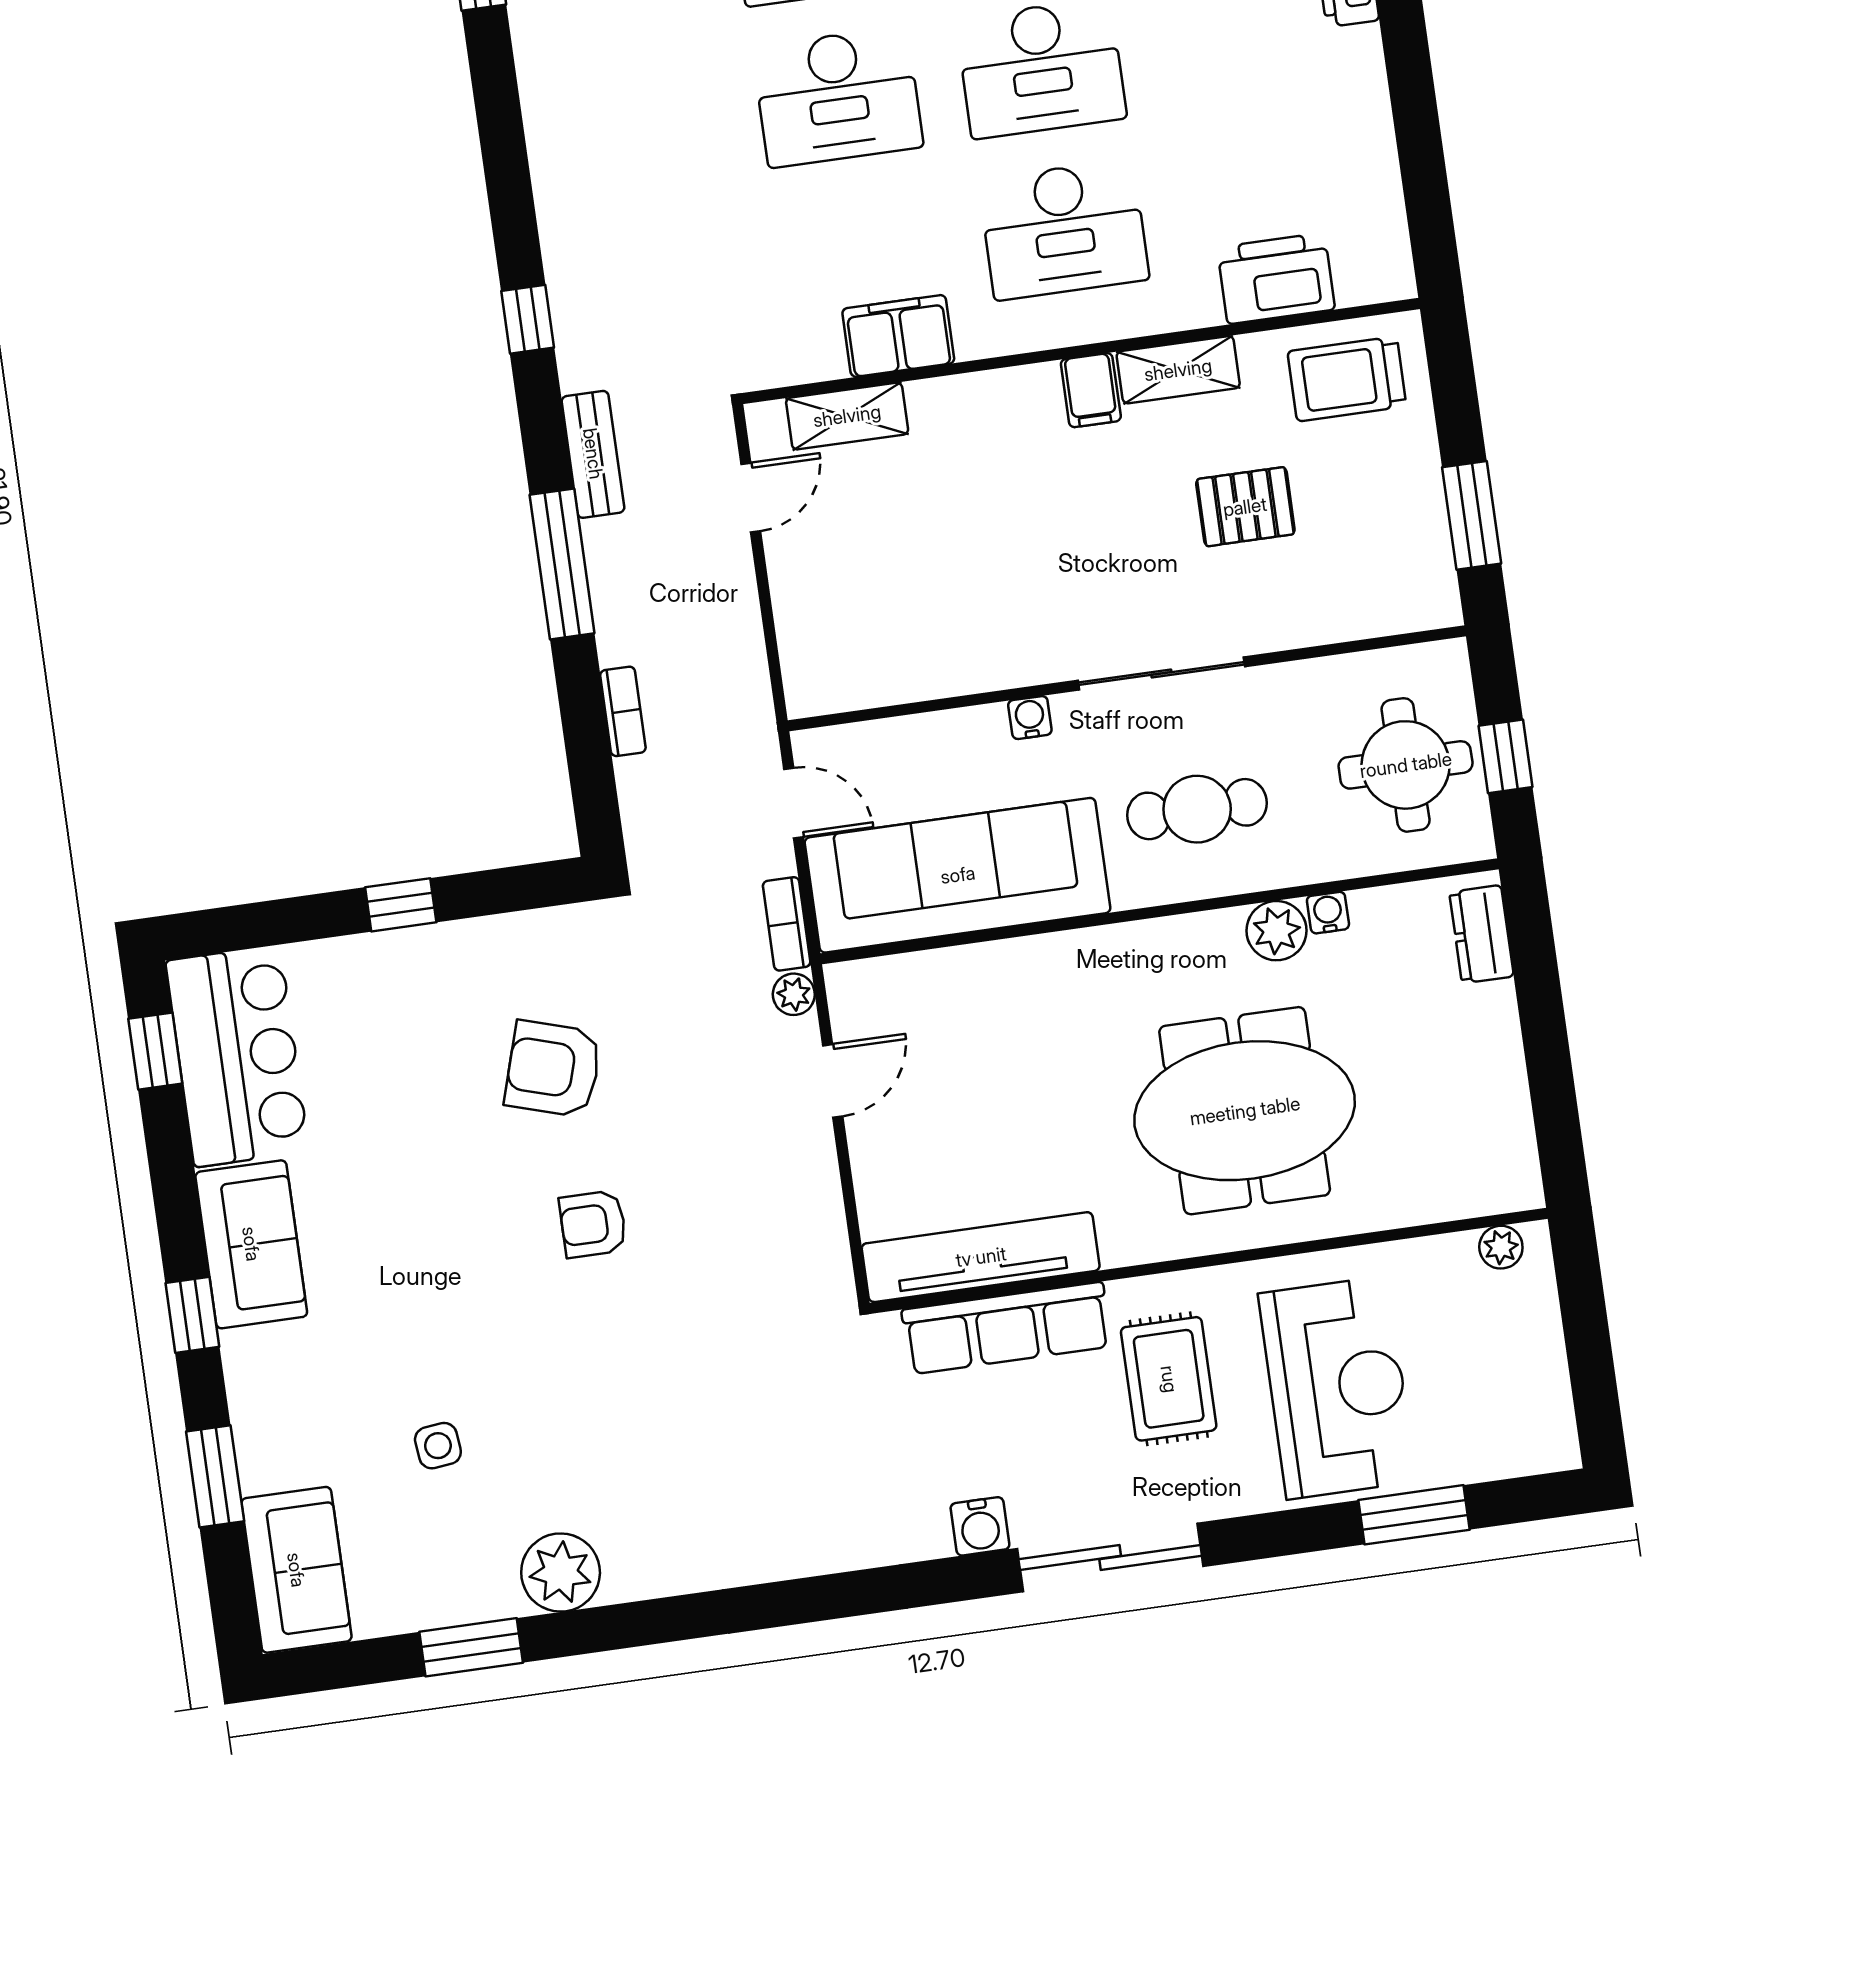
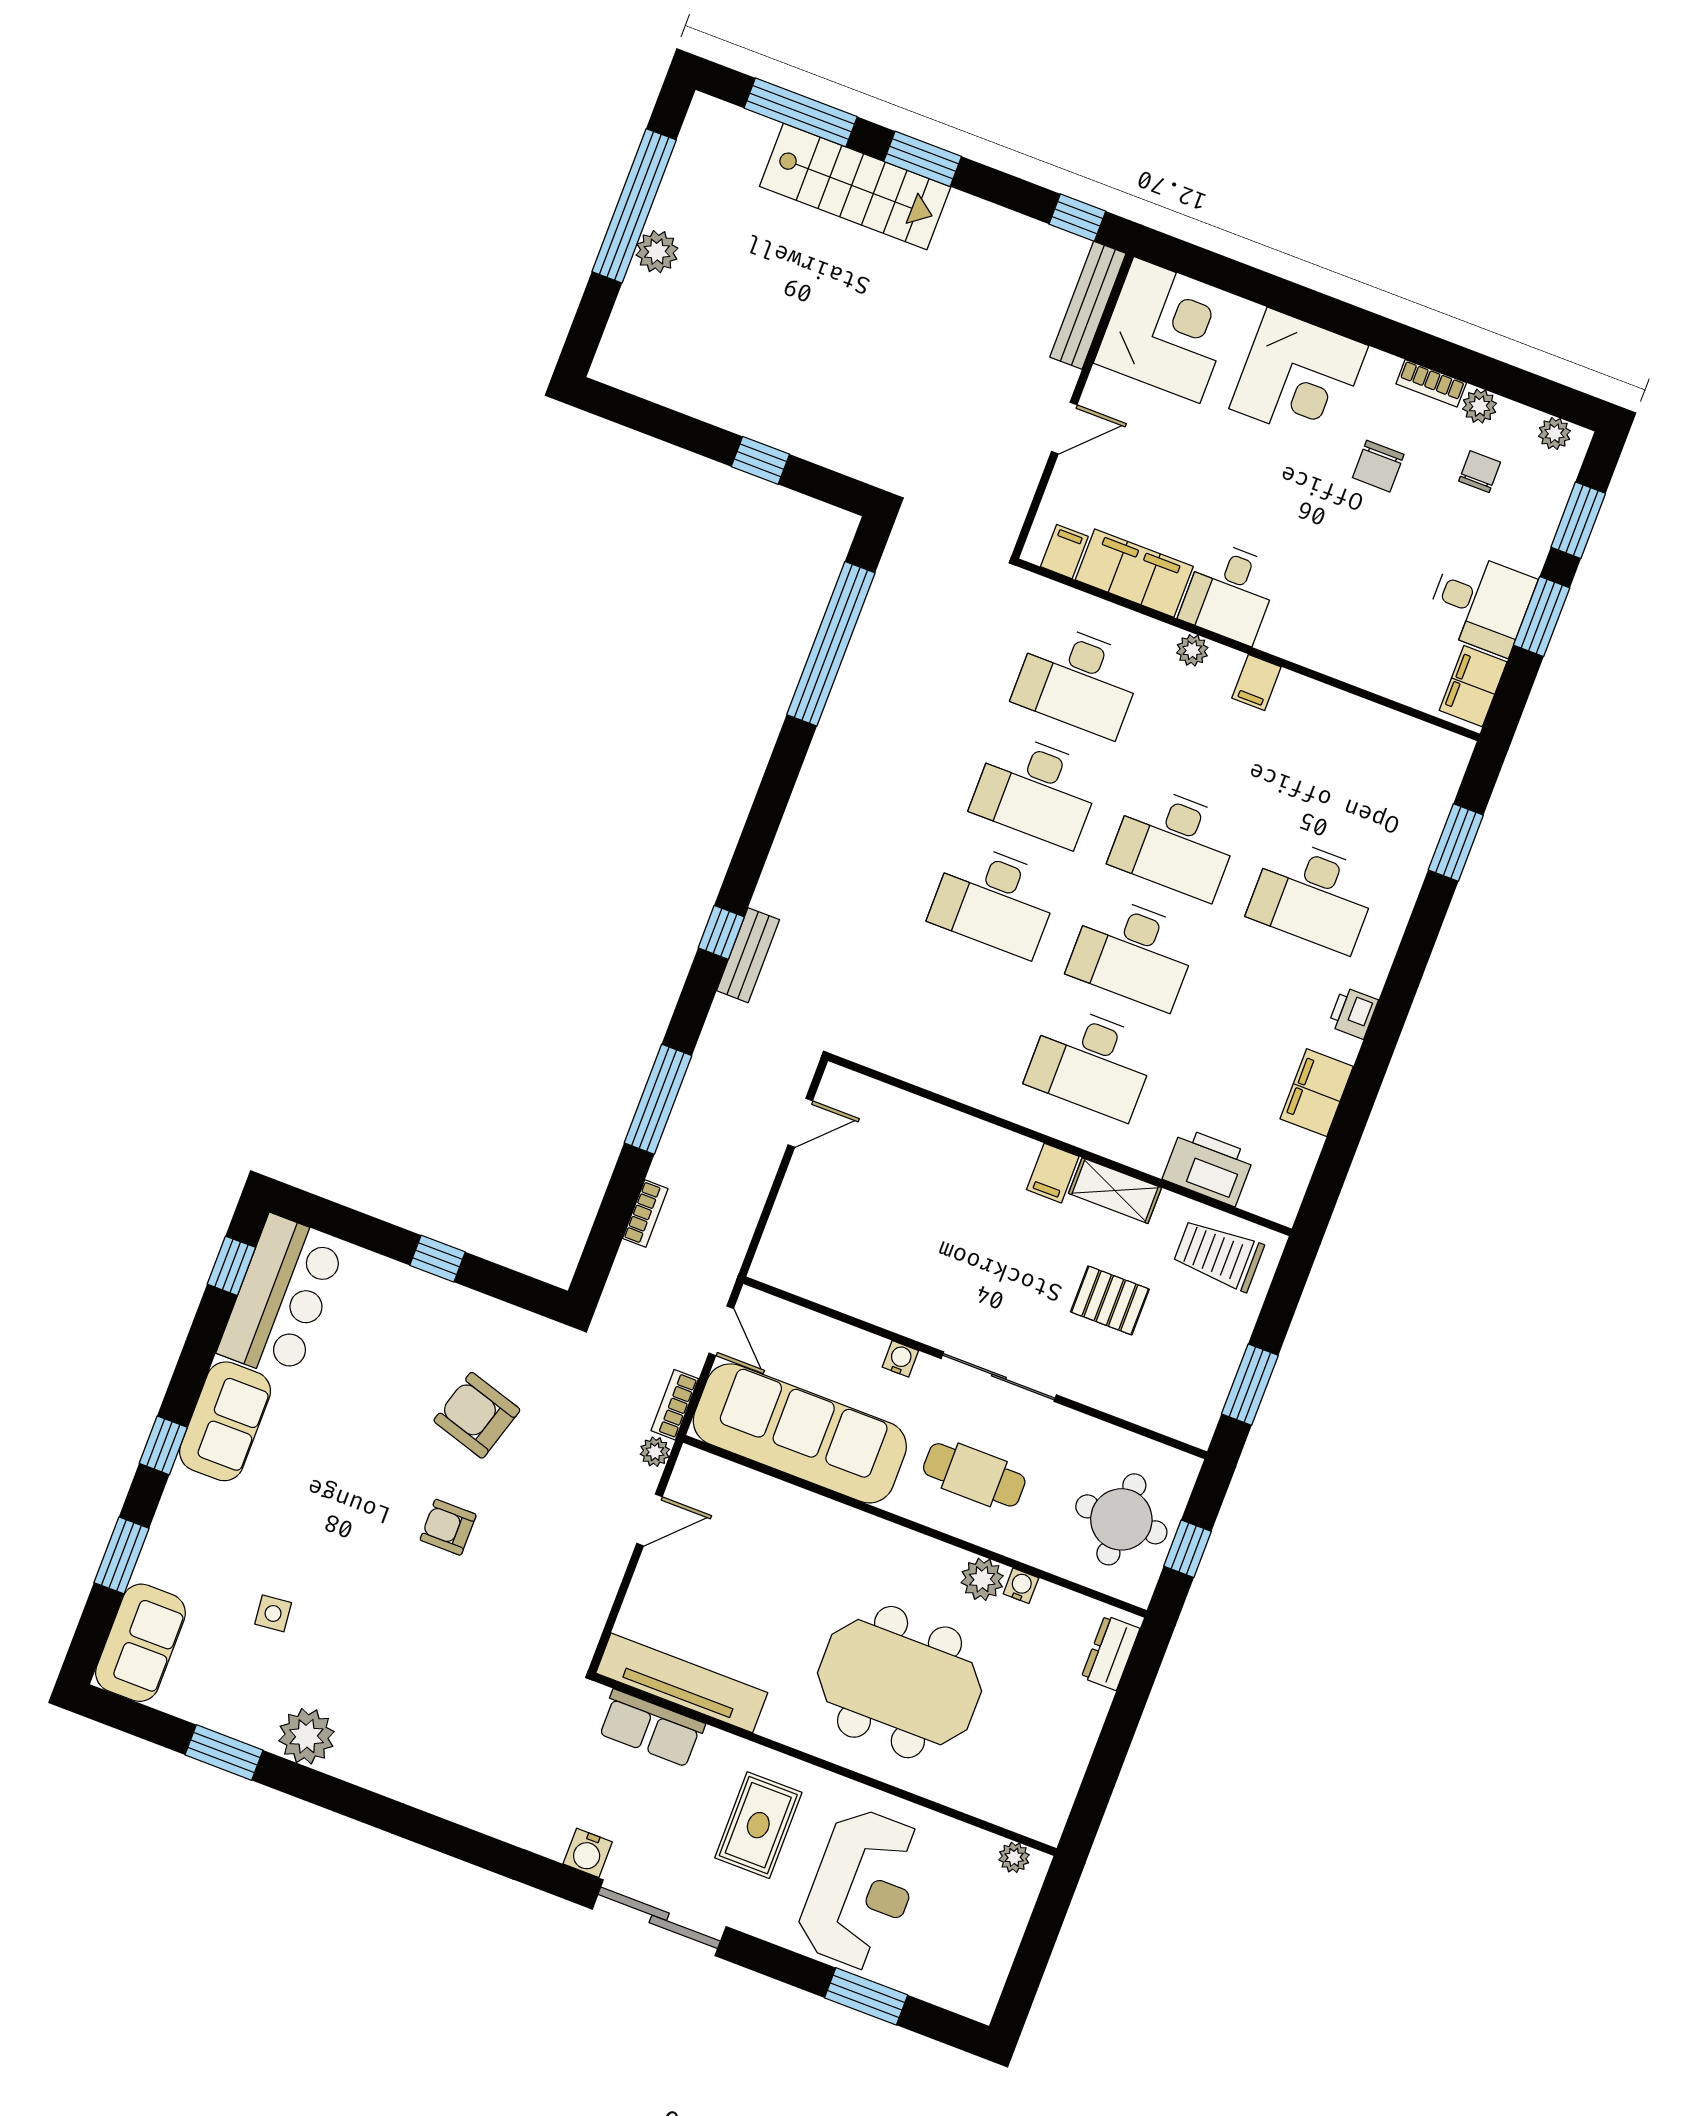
filing cabinet: (898, 336) -> (1317, 1093), moved, turned -90
shelving: (847, 416) -> (890, 1105), removed
bench: (593, 454) -> (748, 955), moved
row of seats: (1006, 1328) -> (651, 1728), width x0.68

